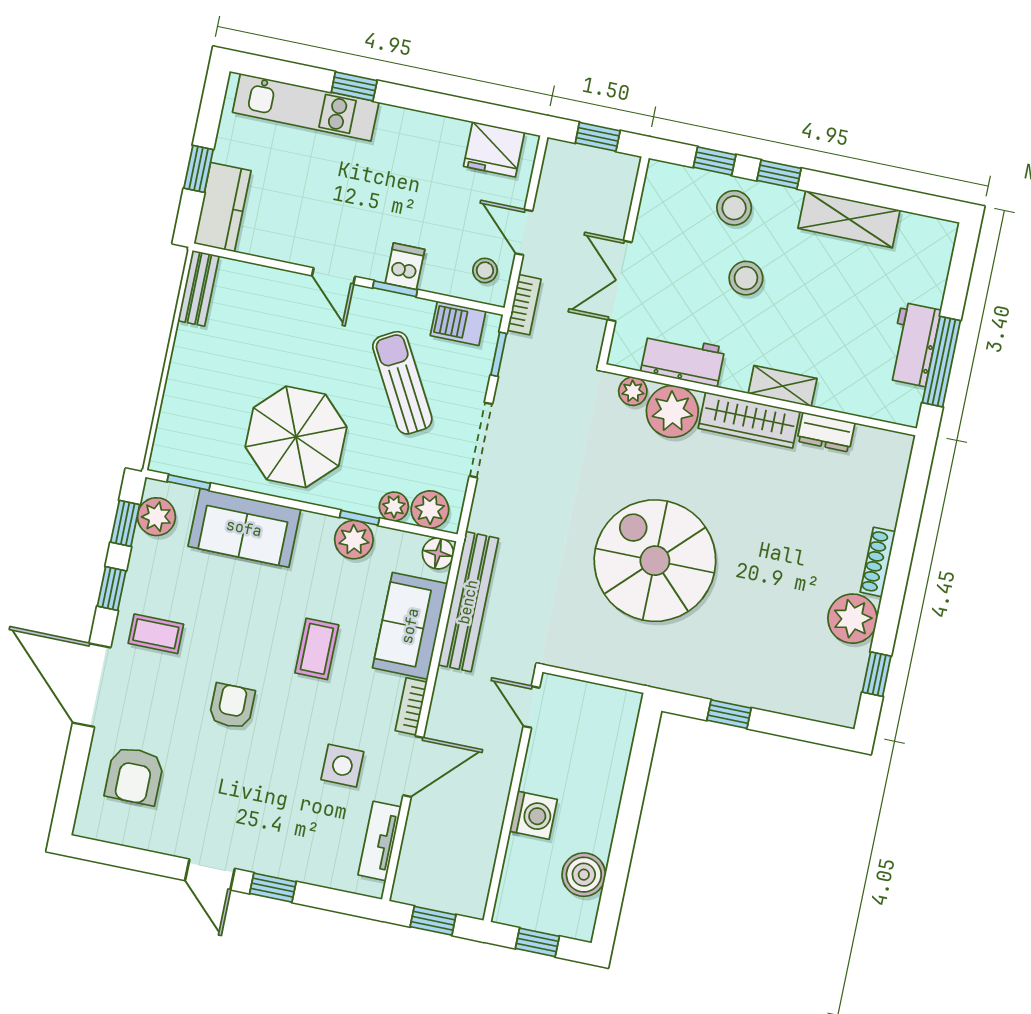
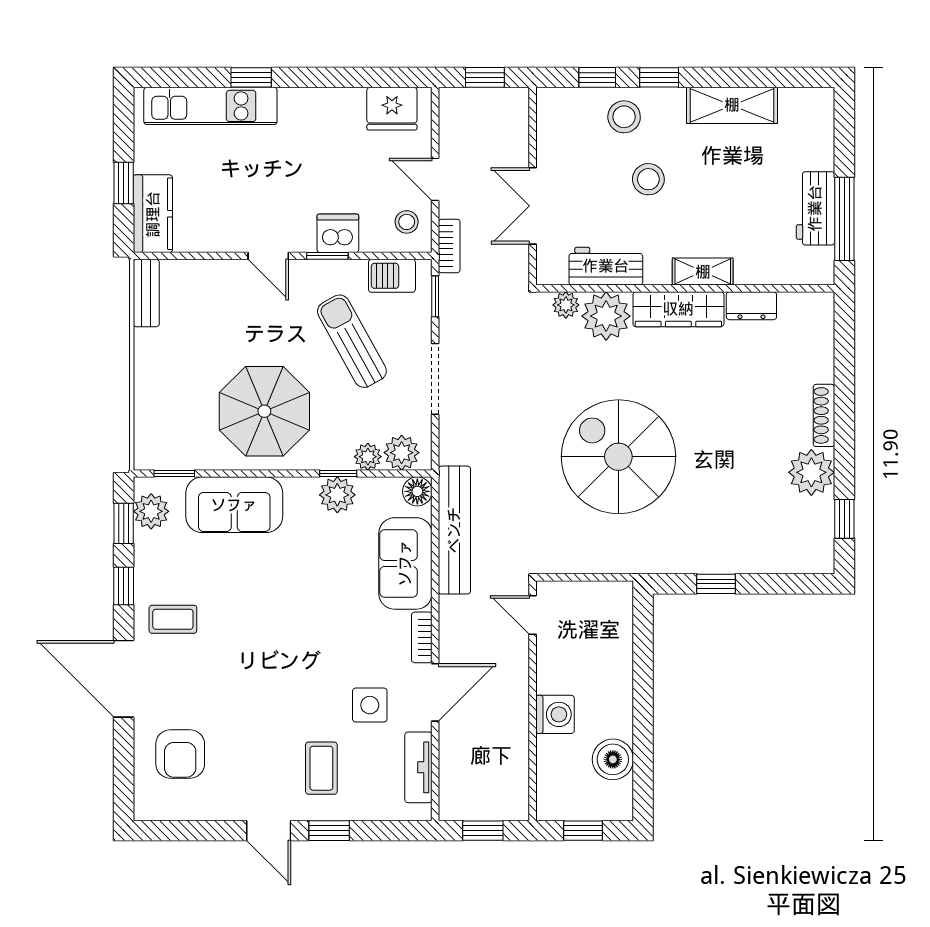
dishwasher: (405, 266) -> (338, 233), width x1.38
coffee table: (317, 649) -> (321, 768), moved
armchair: (232, 706) -> (257, 671), removed

